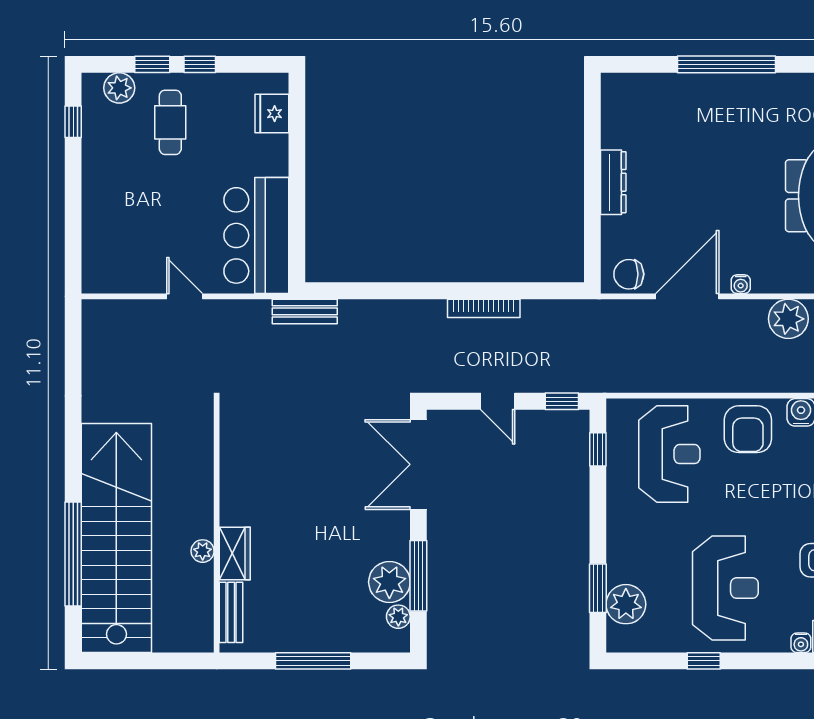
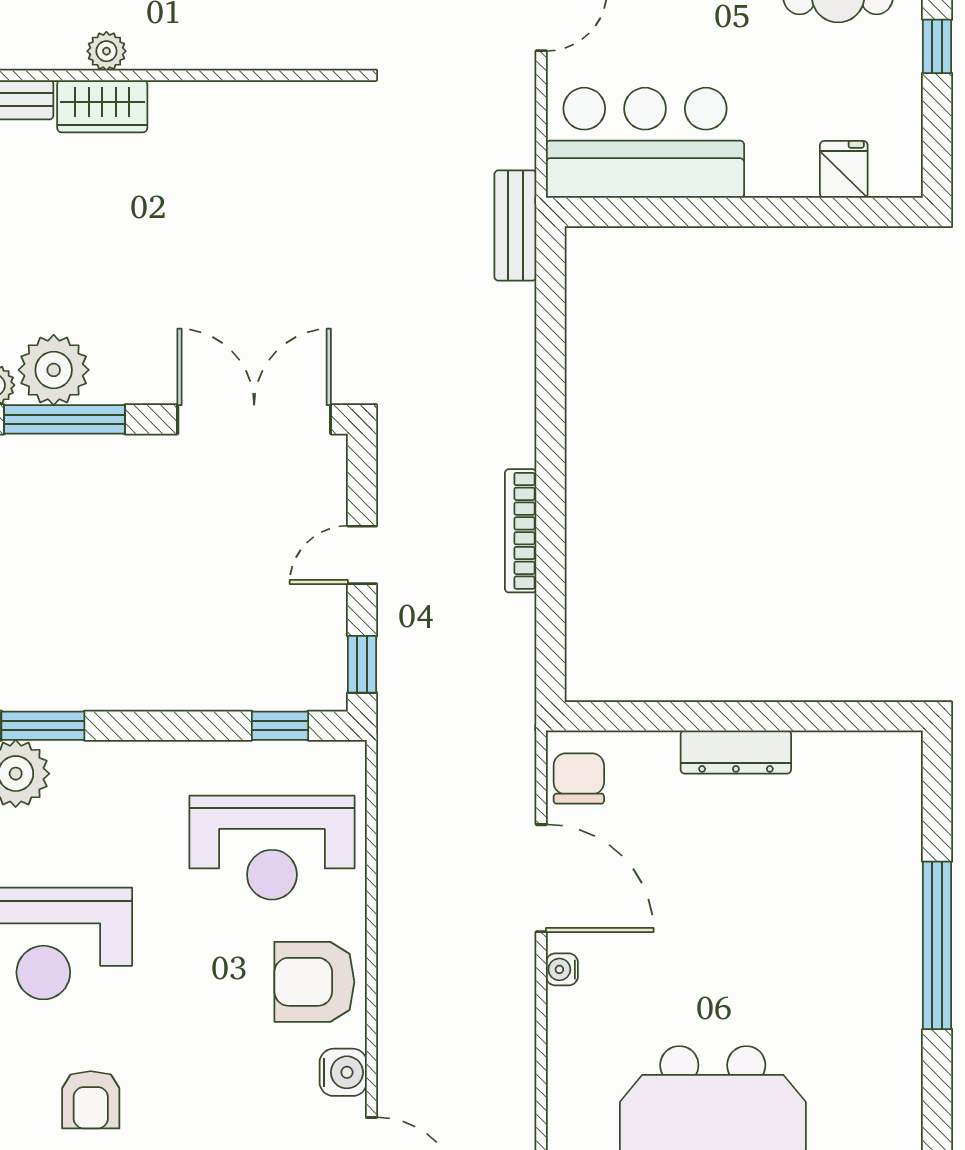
fridge: (272, 114) -> (844, 169), width x0.72
plant: (788, 319) -> (503, 1051), removed

